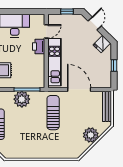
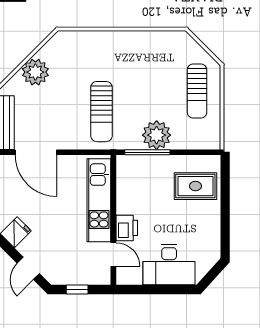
door: (46, 31) -> (113, 255), swing flipped
door: (79, 89) -> (36, 152), moved

